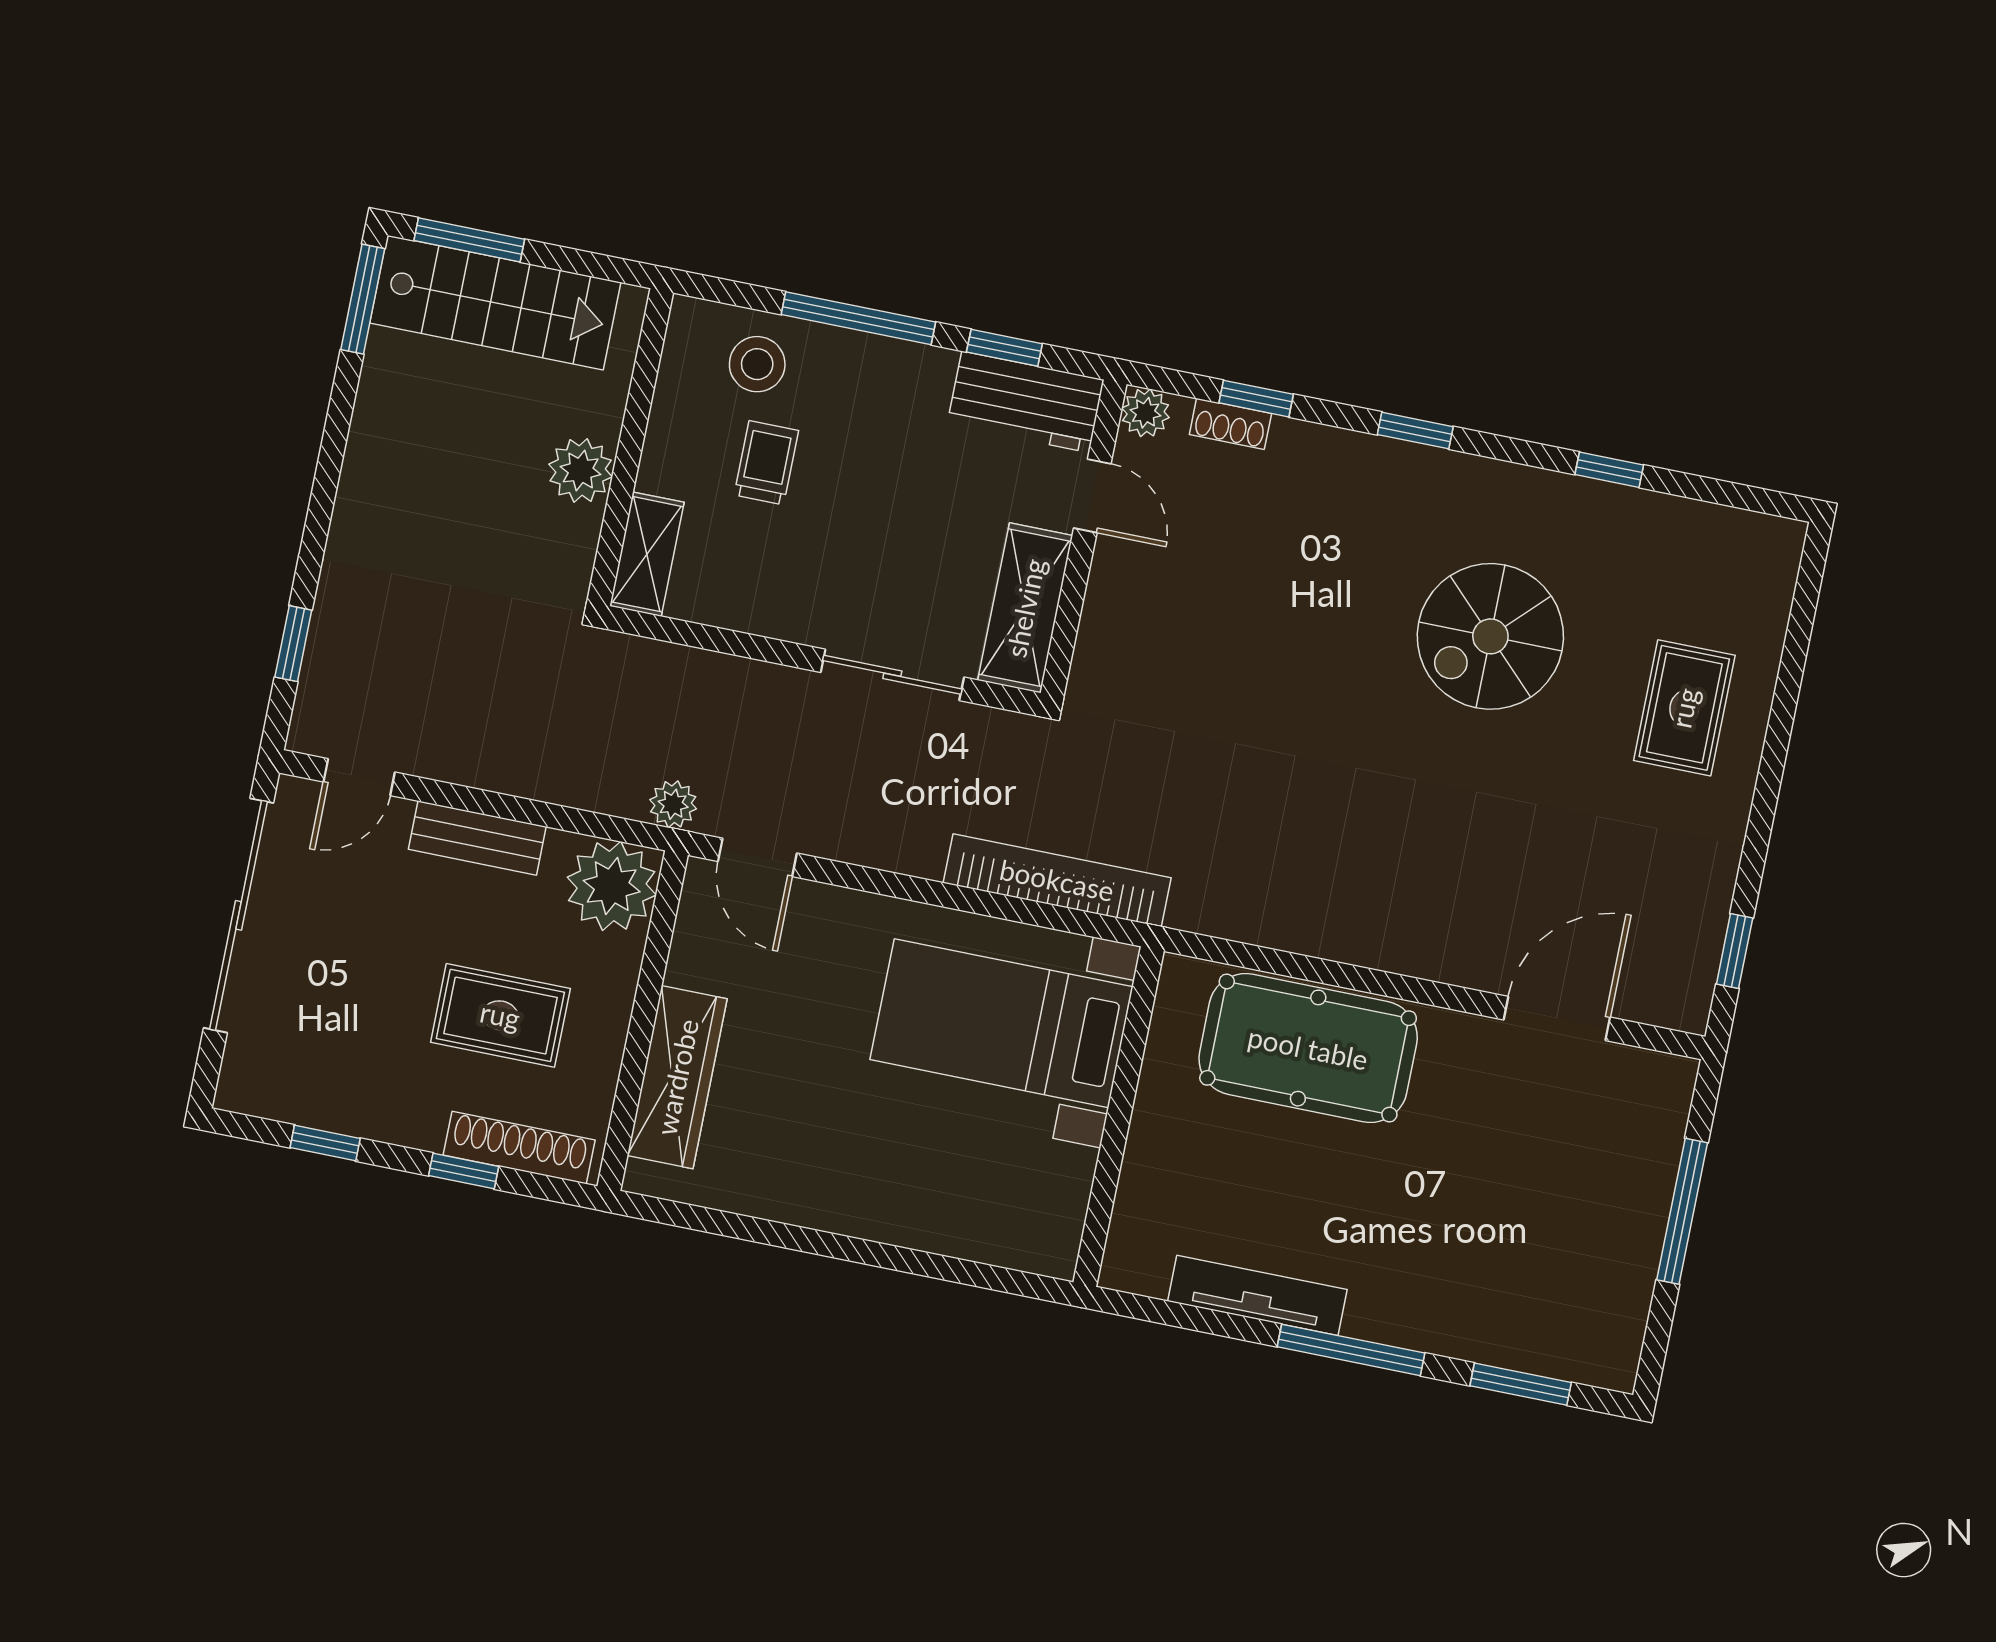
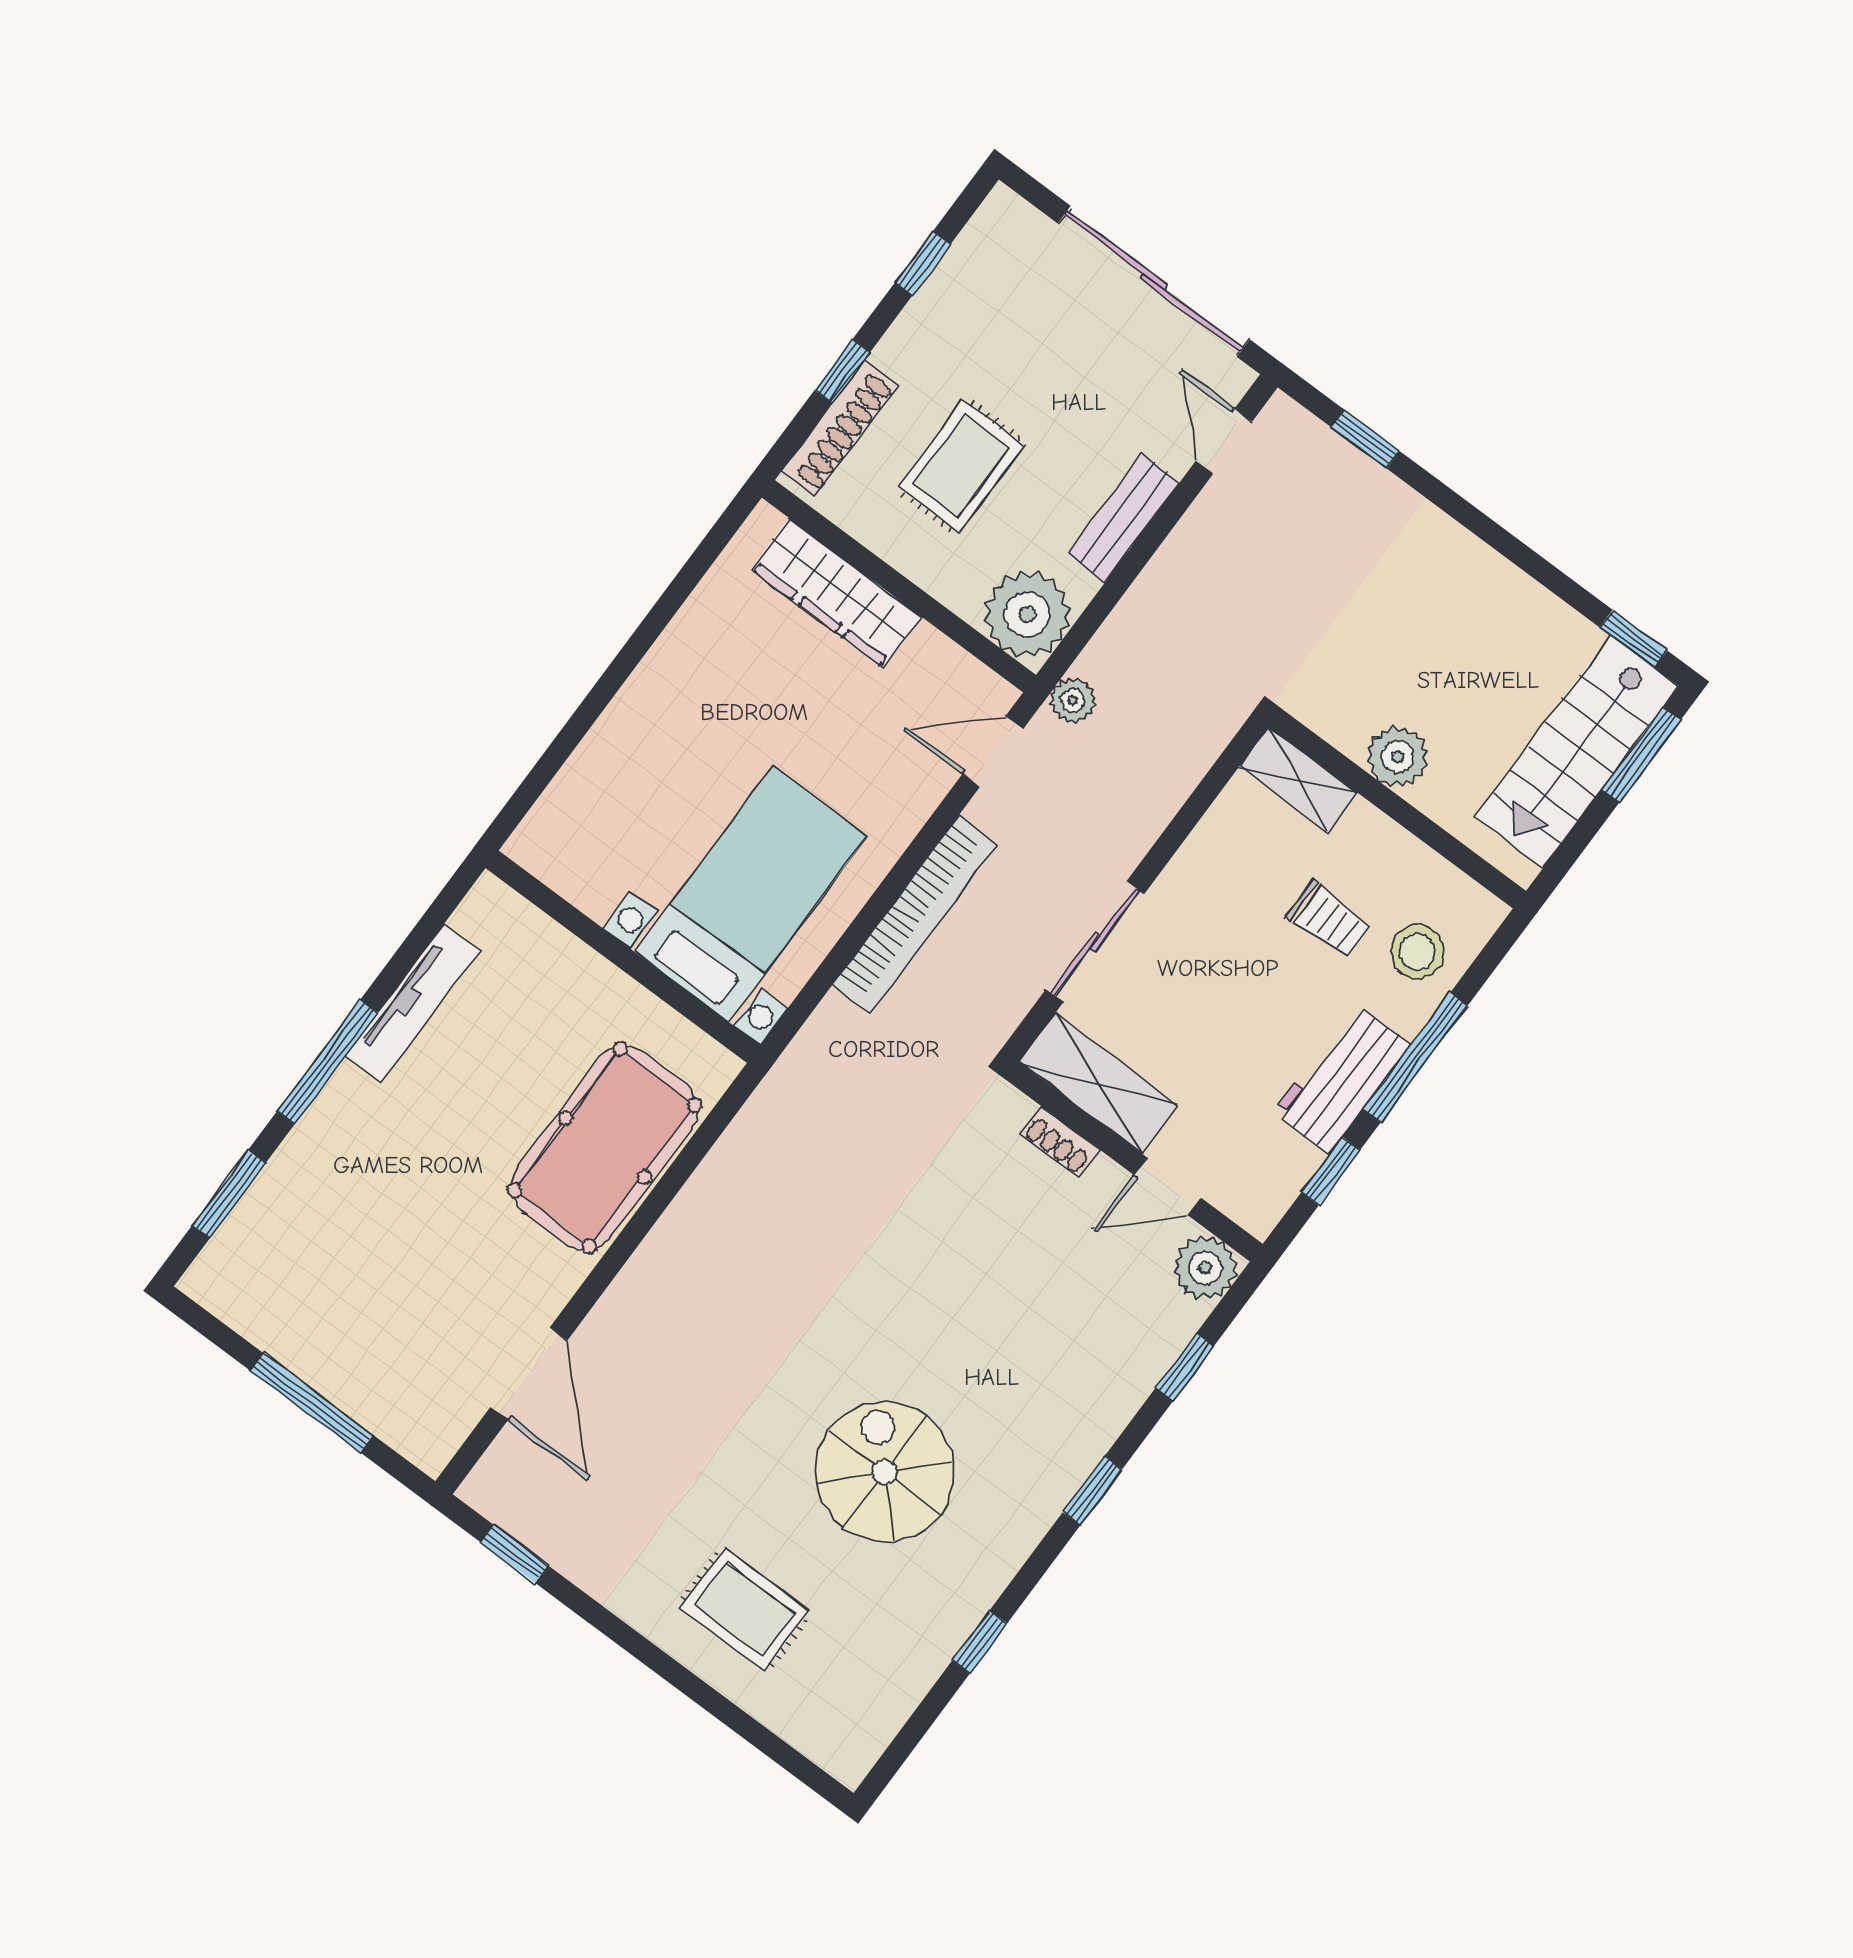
window: (363, 299) -> (1634, 639), width x0.67
workbench: (1026, 402) -> (1342, 1079), moved
plant: (1146, 413) -> (1205, 1268), width x1.38, depth x1.38
shoe rack: (1230, 424) -> (1060, 1142), moved, turned -90
bookcase: (1057, 880) -> (915, 914), moved

